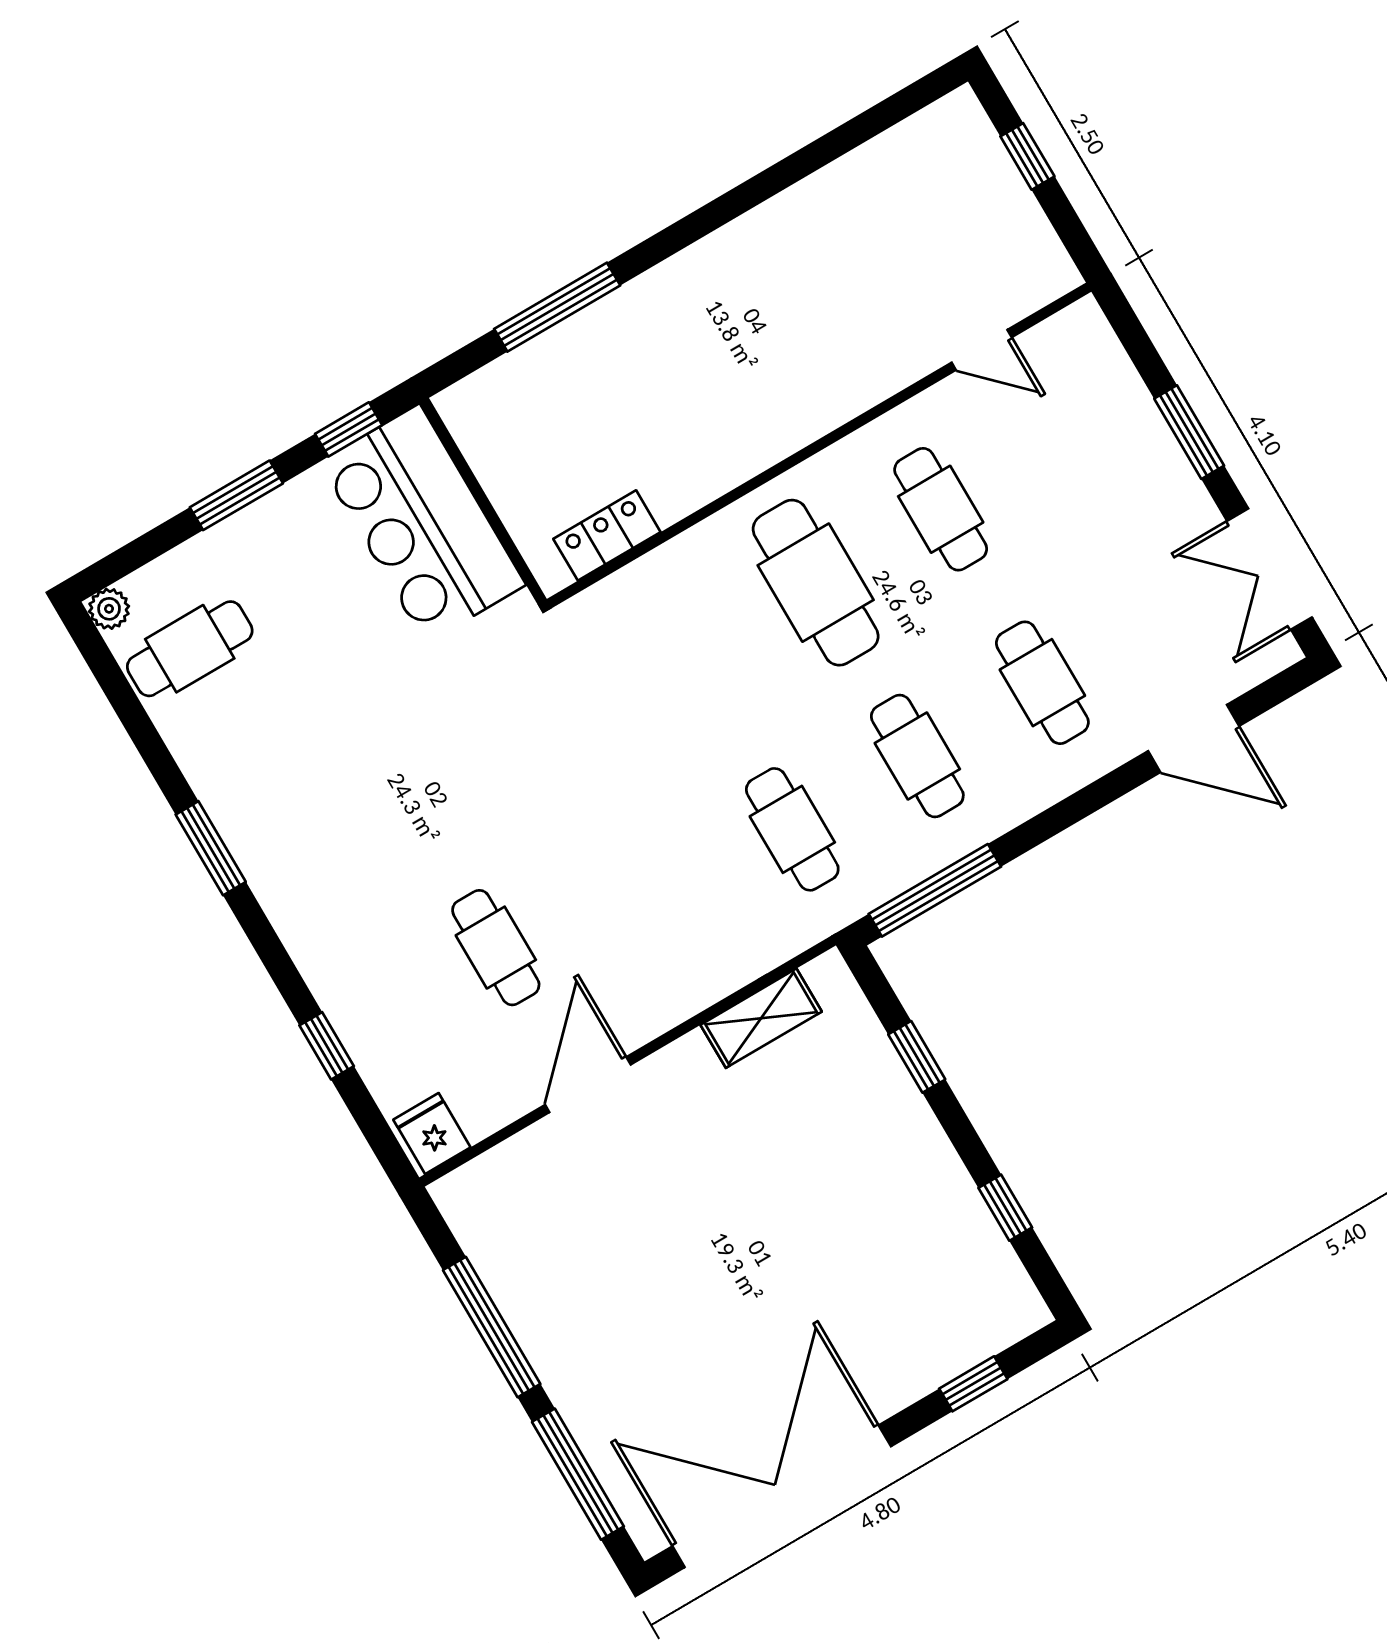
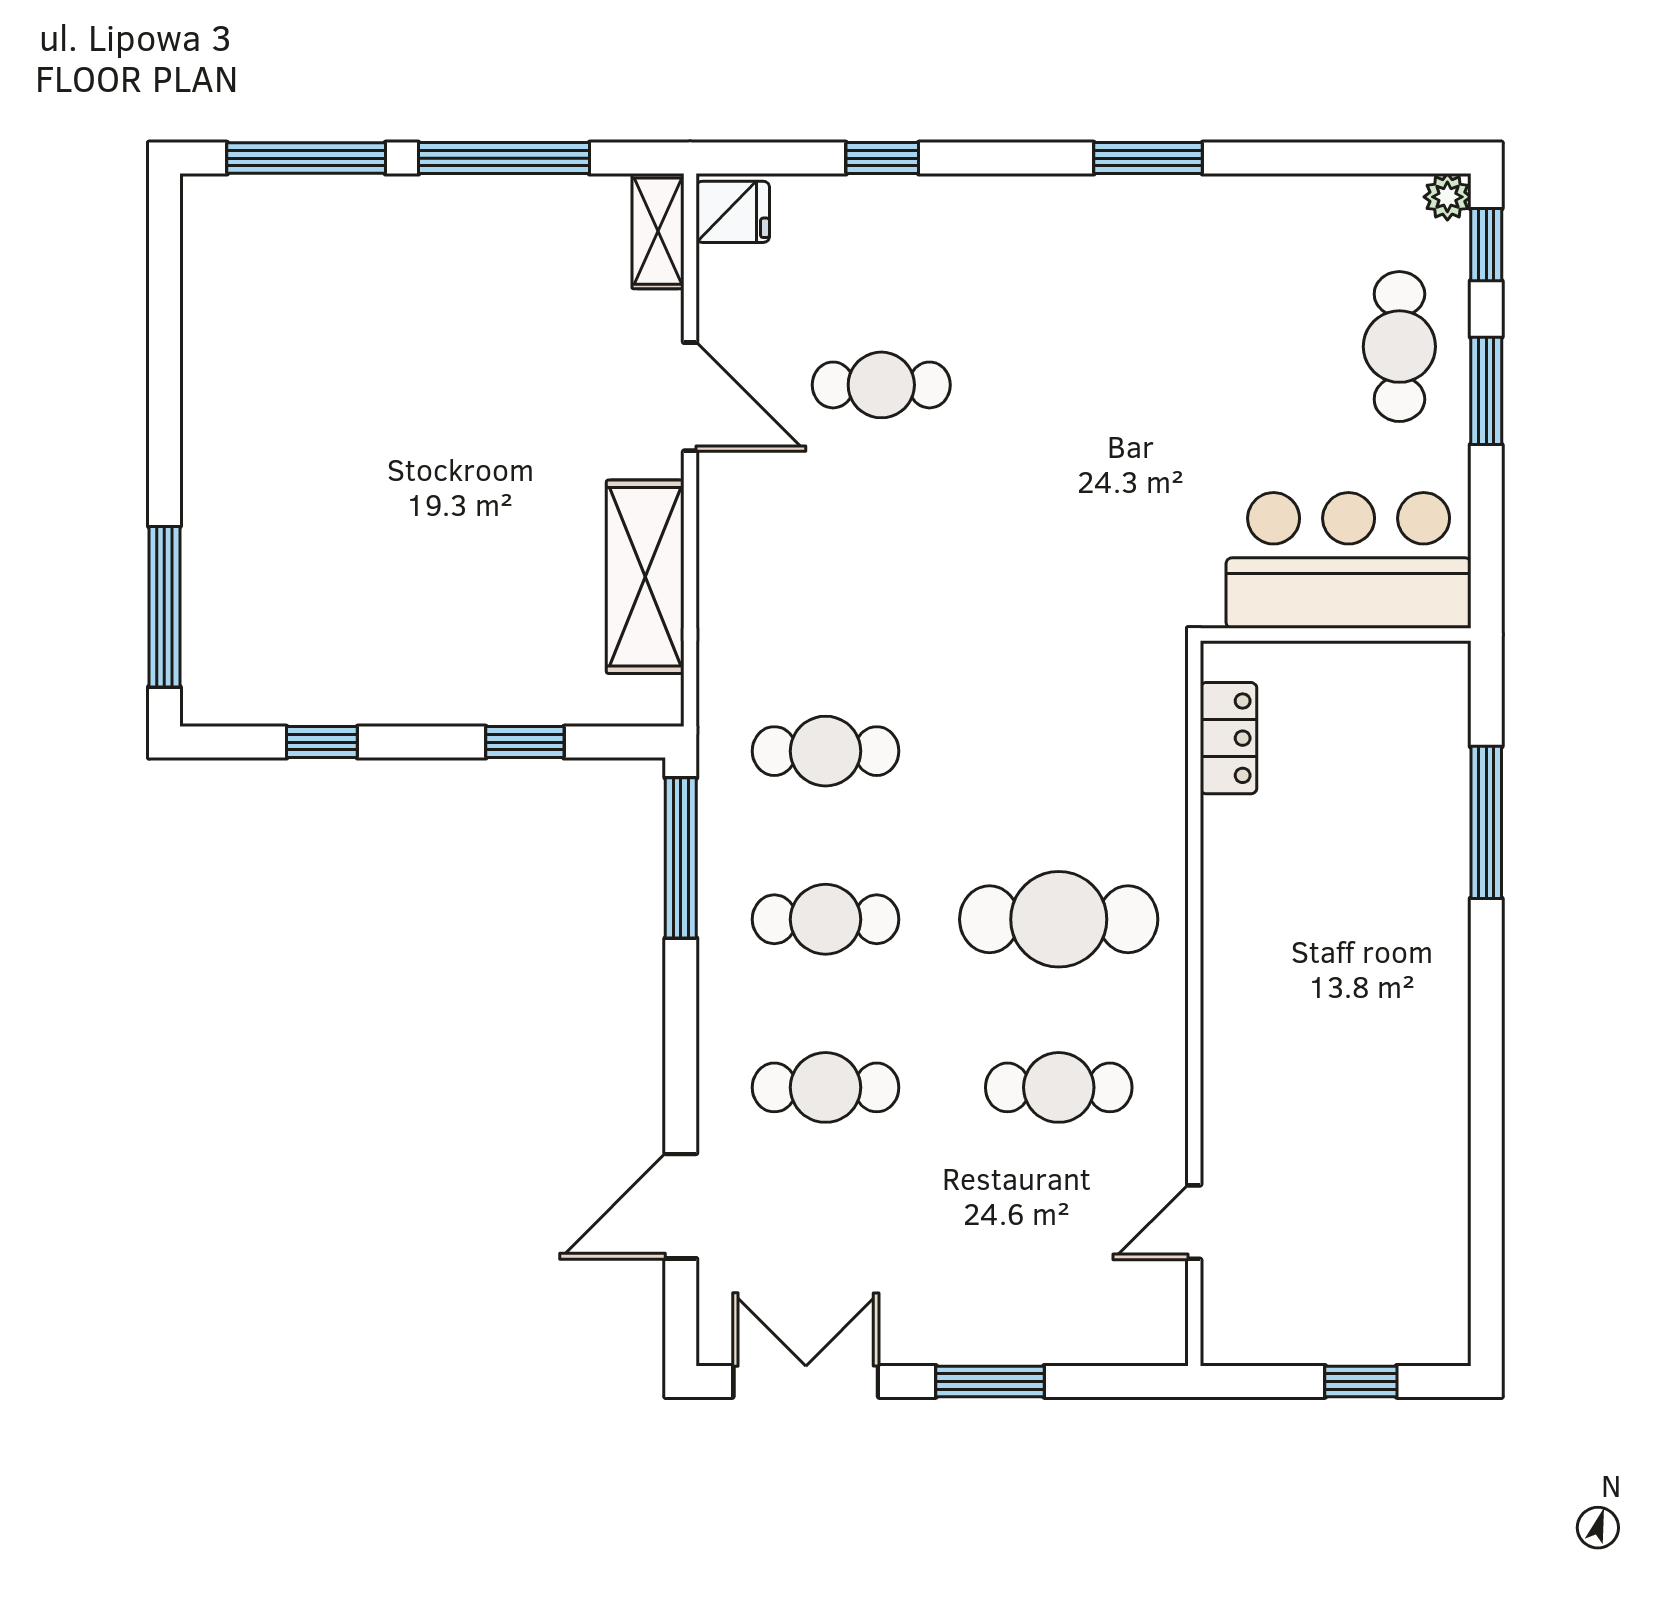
window: (349, 429) -> (1486, 245), moved
cafe table: (190, 649) -> (1399, 347), moved
shelving: (761, 1018) -> (645, 577), width x1.50, depth x1.33
shelving: (479, 1181) -> (658, 231), added
window: (973, 1384) -> (164, 607), width x2.17
double door: (782, 1496) -> (164, 349), removed

